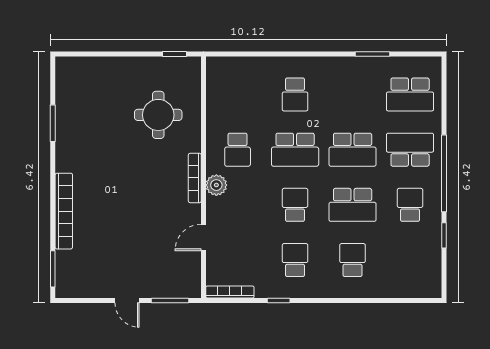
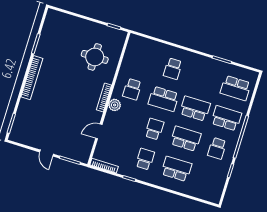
school desk: (353, 150) -> (195, 109), turned 180
school desk: (353, 205) -> (186, 139), turned 180
school desk: (410, 205) -> (217, 148), turned 180
bookcase: (64, 211) -> (32, 78), moved
school desk: (353, 260) -> (176, 169), width x1.85

